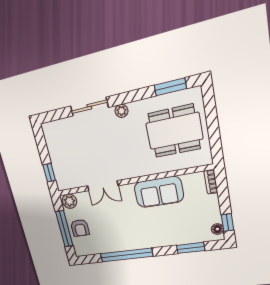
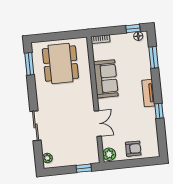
plant: (121, 111) -> (47, 158), moved
window: (64, 229) -> (133, 163), removed
tv unit: (146, 243) -> (148, 93), added
window: (126, 255) -> (159, 111), width x0.32

